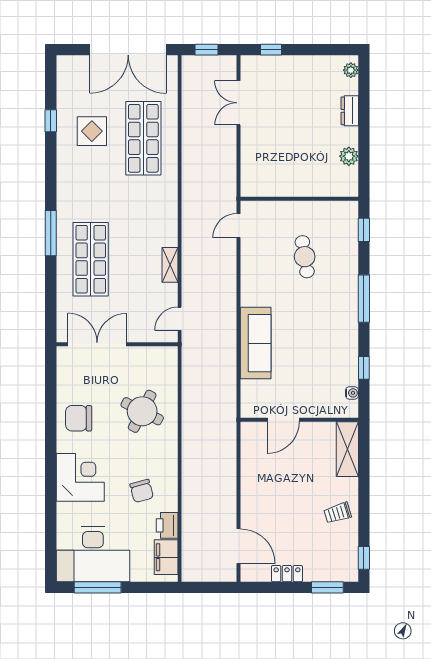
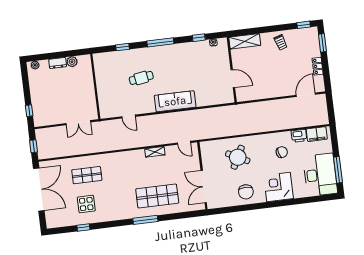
double door: (239, 103) -> (78, 123), moved
shop shelf: (143, 138) -> (87, 175), width x0.70, depth x0.74
plant: (349, 156) -> (72, 62), moved
wall: (299, 199) -> (95, 87), moved
sofa: (256, 343) -> (175, 101), moved

